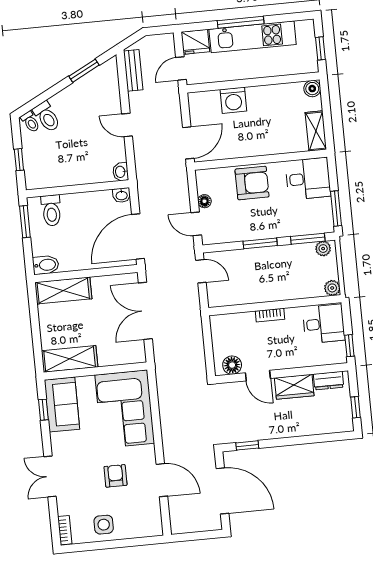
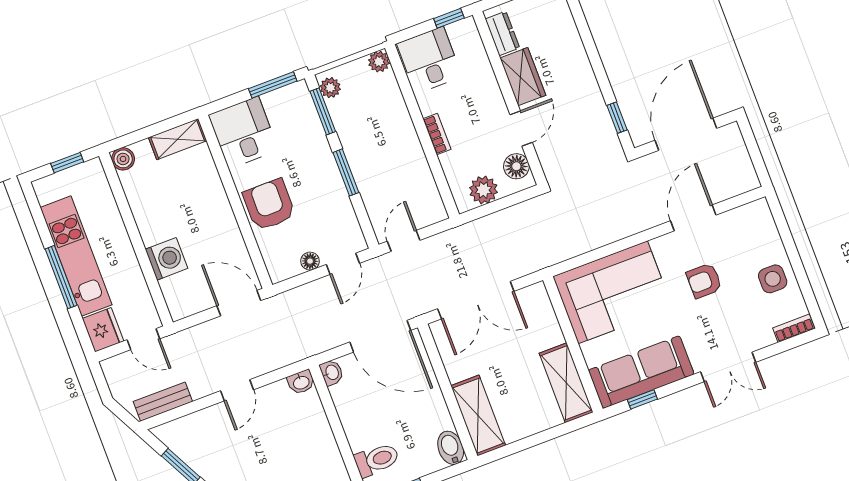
plant: (222, 337) -> (483, 190), added
sofa: (62, 405) -> (641, 372), width x1.36

